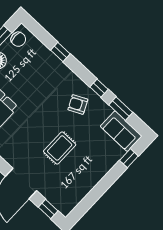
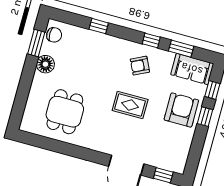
rug: (60, 148) -> (130, 105), moved, turned 90
armchair: (93, 161) -> (181, 110), added
window: (110, 178) -> (205, 117), added

